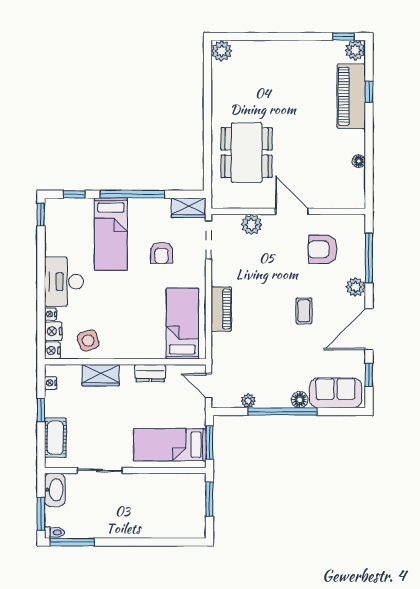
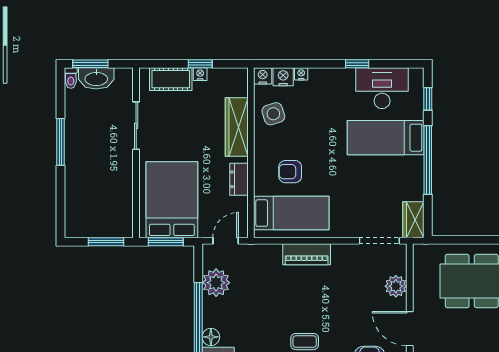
door: (292, 211) -> (410, 329), swing flipped
window: (41, 215) -> (357, 64), moved
armchair: (162, 253) -> (290, 172), moved
desk: (64, 282) -> (382, 88), moved
wardrobe: (101, 375) -> (237, 127), width x1.50
nightstand: (51, 383) -> (200, 74), moved
plant: (248, 401) -> (216, 283), width x1.88, depth x1.88
bed: (170, 445) -> (172, 200), width x1.50
washbasin: (55, 490) -> (96, 78), moved
window: (72, 542) -> (61, 142), moved

